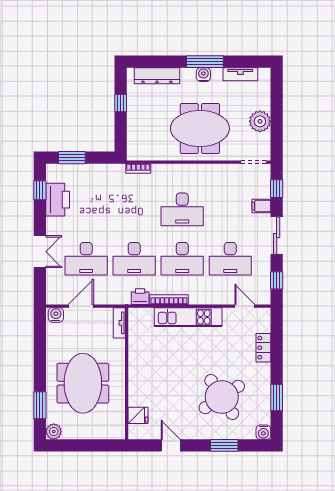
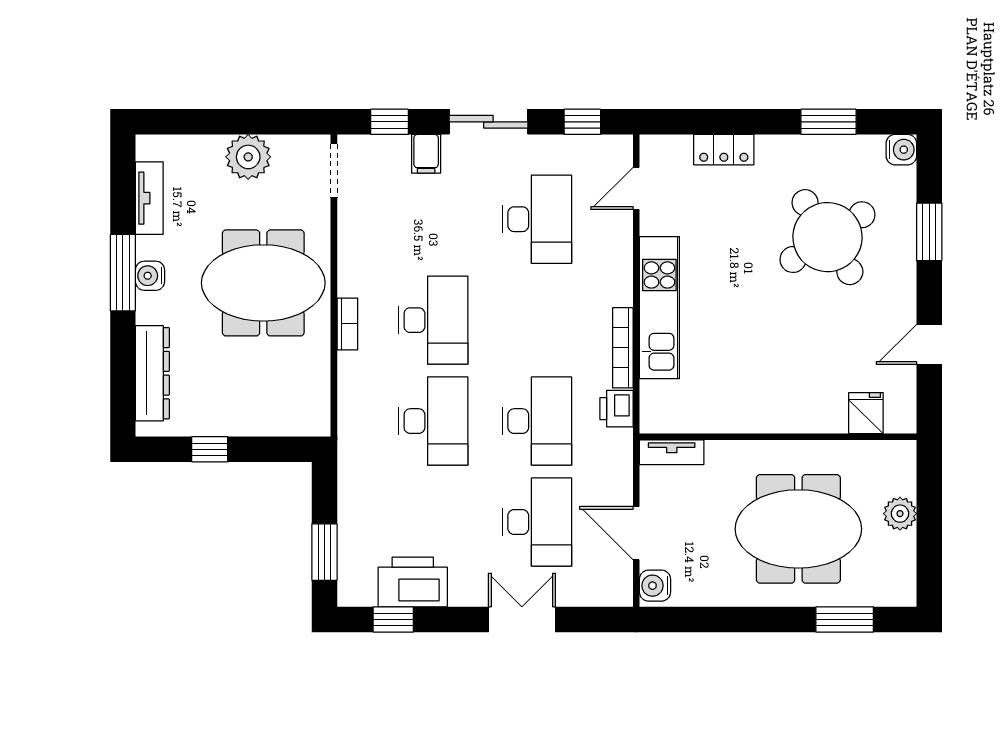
meeting table: (200, 128) -> (263, 283), turned 90
bookcase: (138, 169) -> (347, 324), moved
desk: (182, 259) -> (433, 421), moved
plant: (54, 432) -> (900, 514), moved

